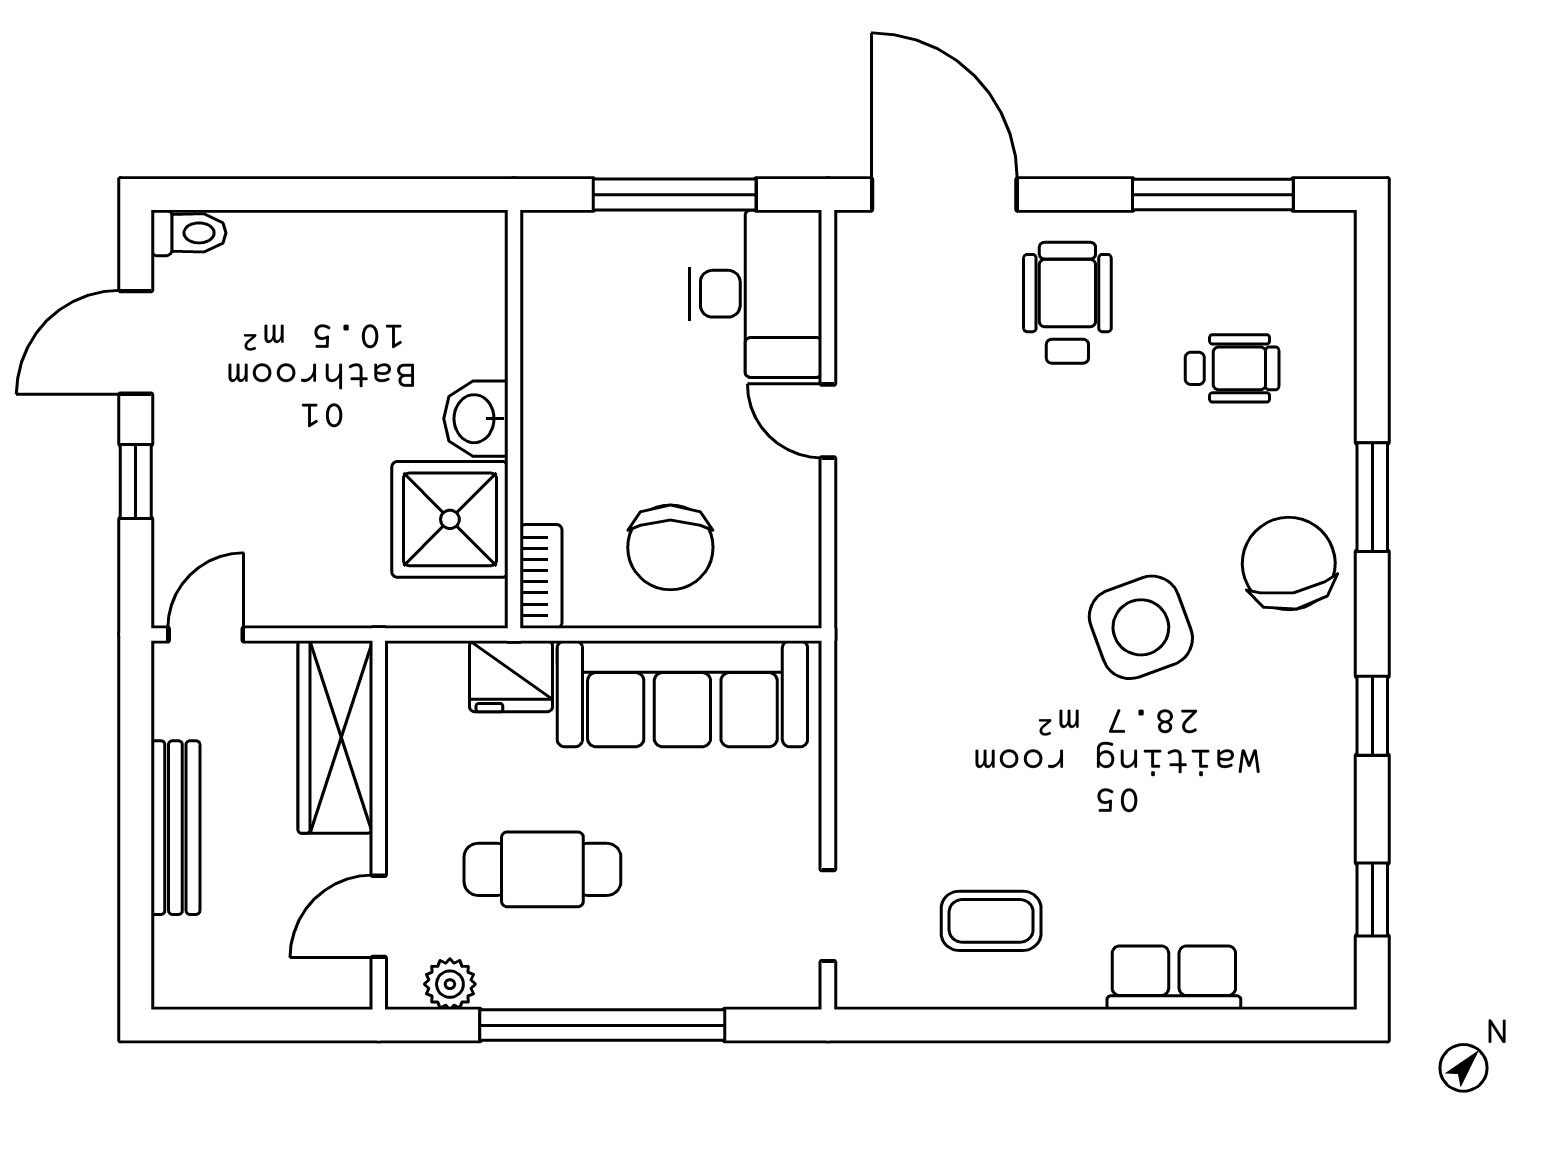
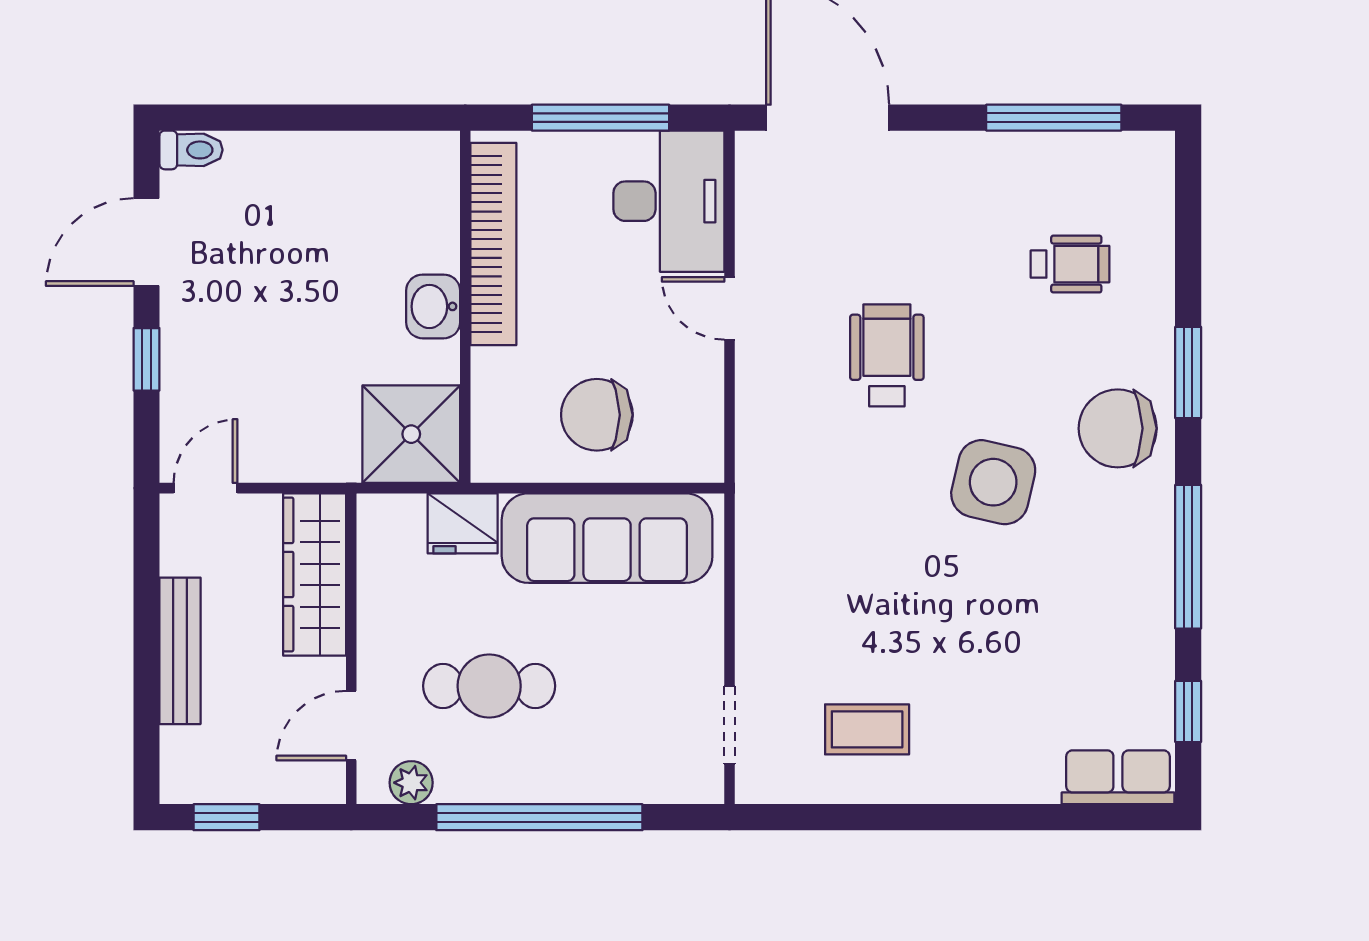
wheelchair: (1067, 303) -> (887, 355), moved
shower: (450, 519) -> (411, 434), moved
chair: (670, 547) -> (597, 415), turned 90
chair: (1289, 564) -> (1118, 428), turned -80
bookcase: (541, 576) -> (493, 244), moved, width x2.31, depth x1.31
side table: (1141, 627) -> (993, 482), turned 33
window: (1372, 716) -> (1188, 557), width x2.17
row of seats: (1174, 978) -> (1118, 777), moved
window: (231, 1025) -> (227, 817), added

